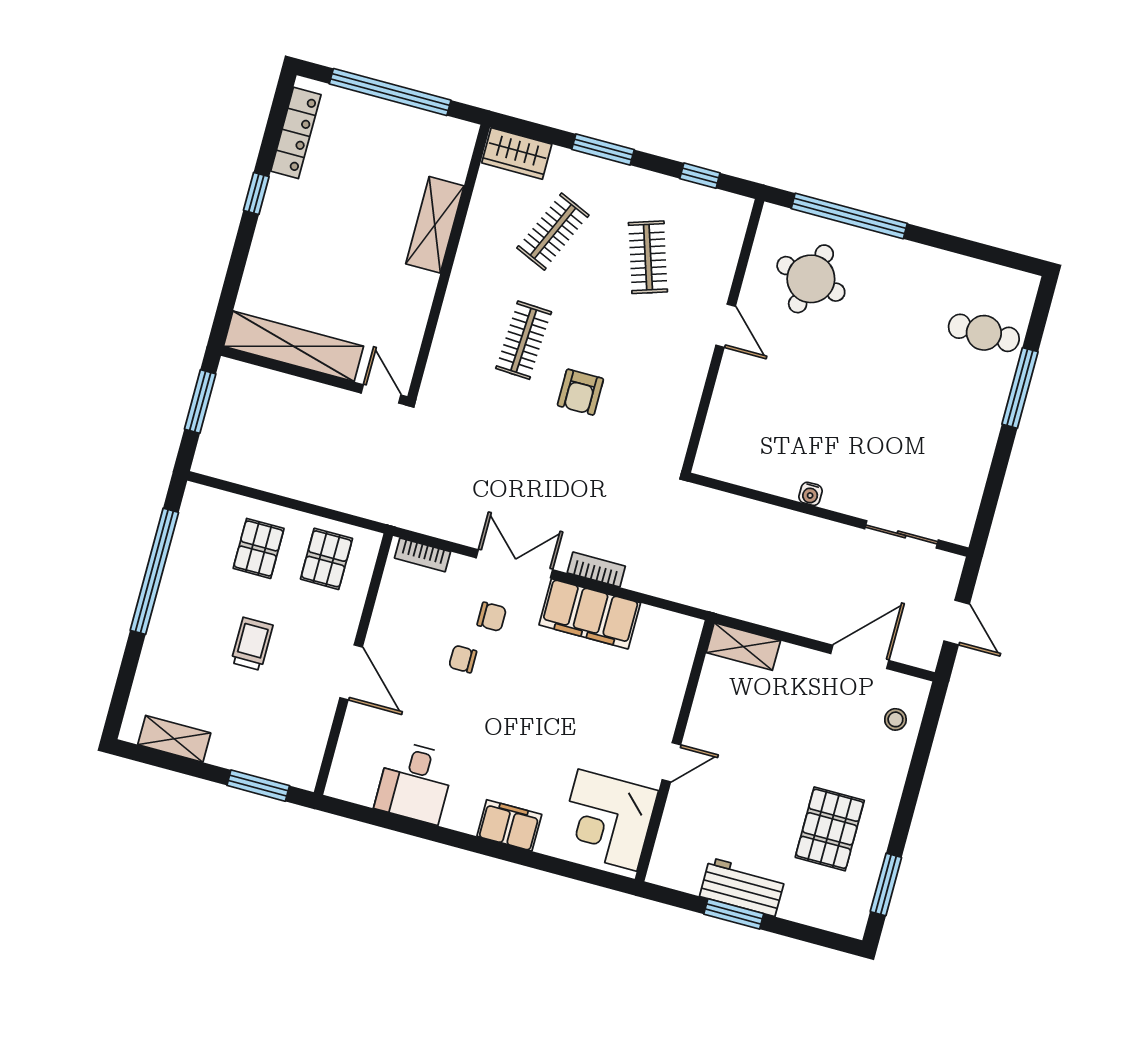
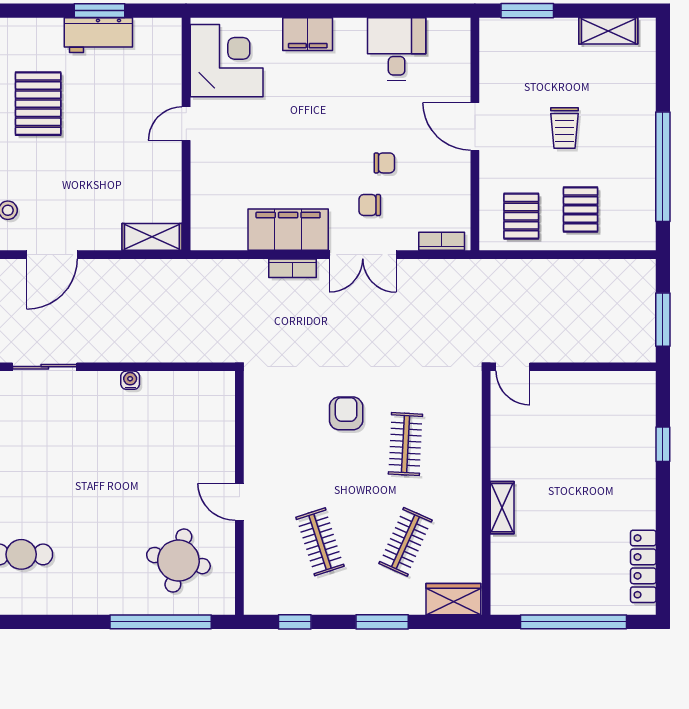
window: (256, 194) -> (663, 444), moved
shelving: (435, 225) -> (502, 508), width x0.67, depth x0.75
shelving: (294, 346) -> (597, 387), removed

